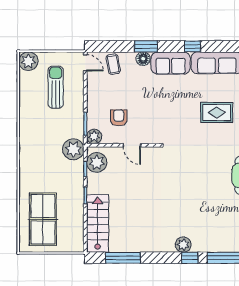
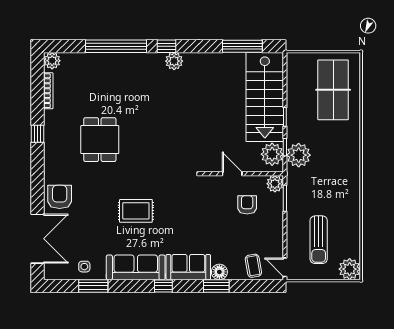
armchair: (119, 118) -> (247, 205), turned 180
plant: (73, 149) -> (299, 155), moved
stairs: (98, 223) -> (265, 97), width x1.36, depth x1.51

